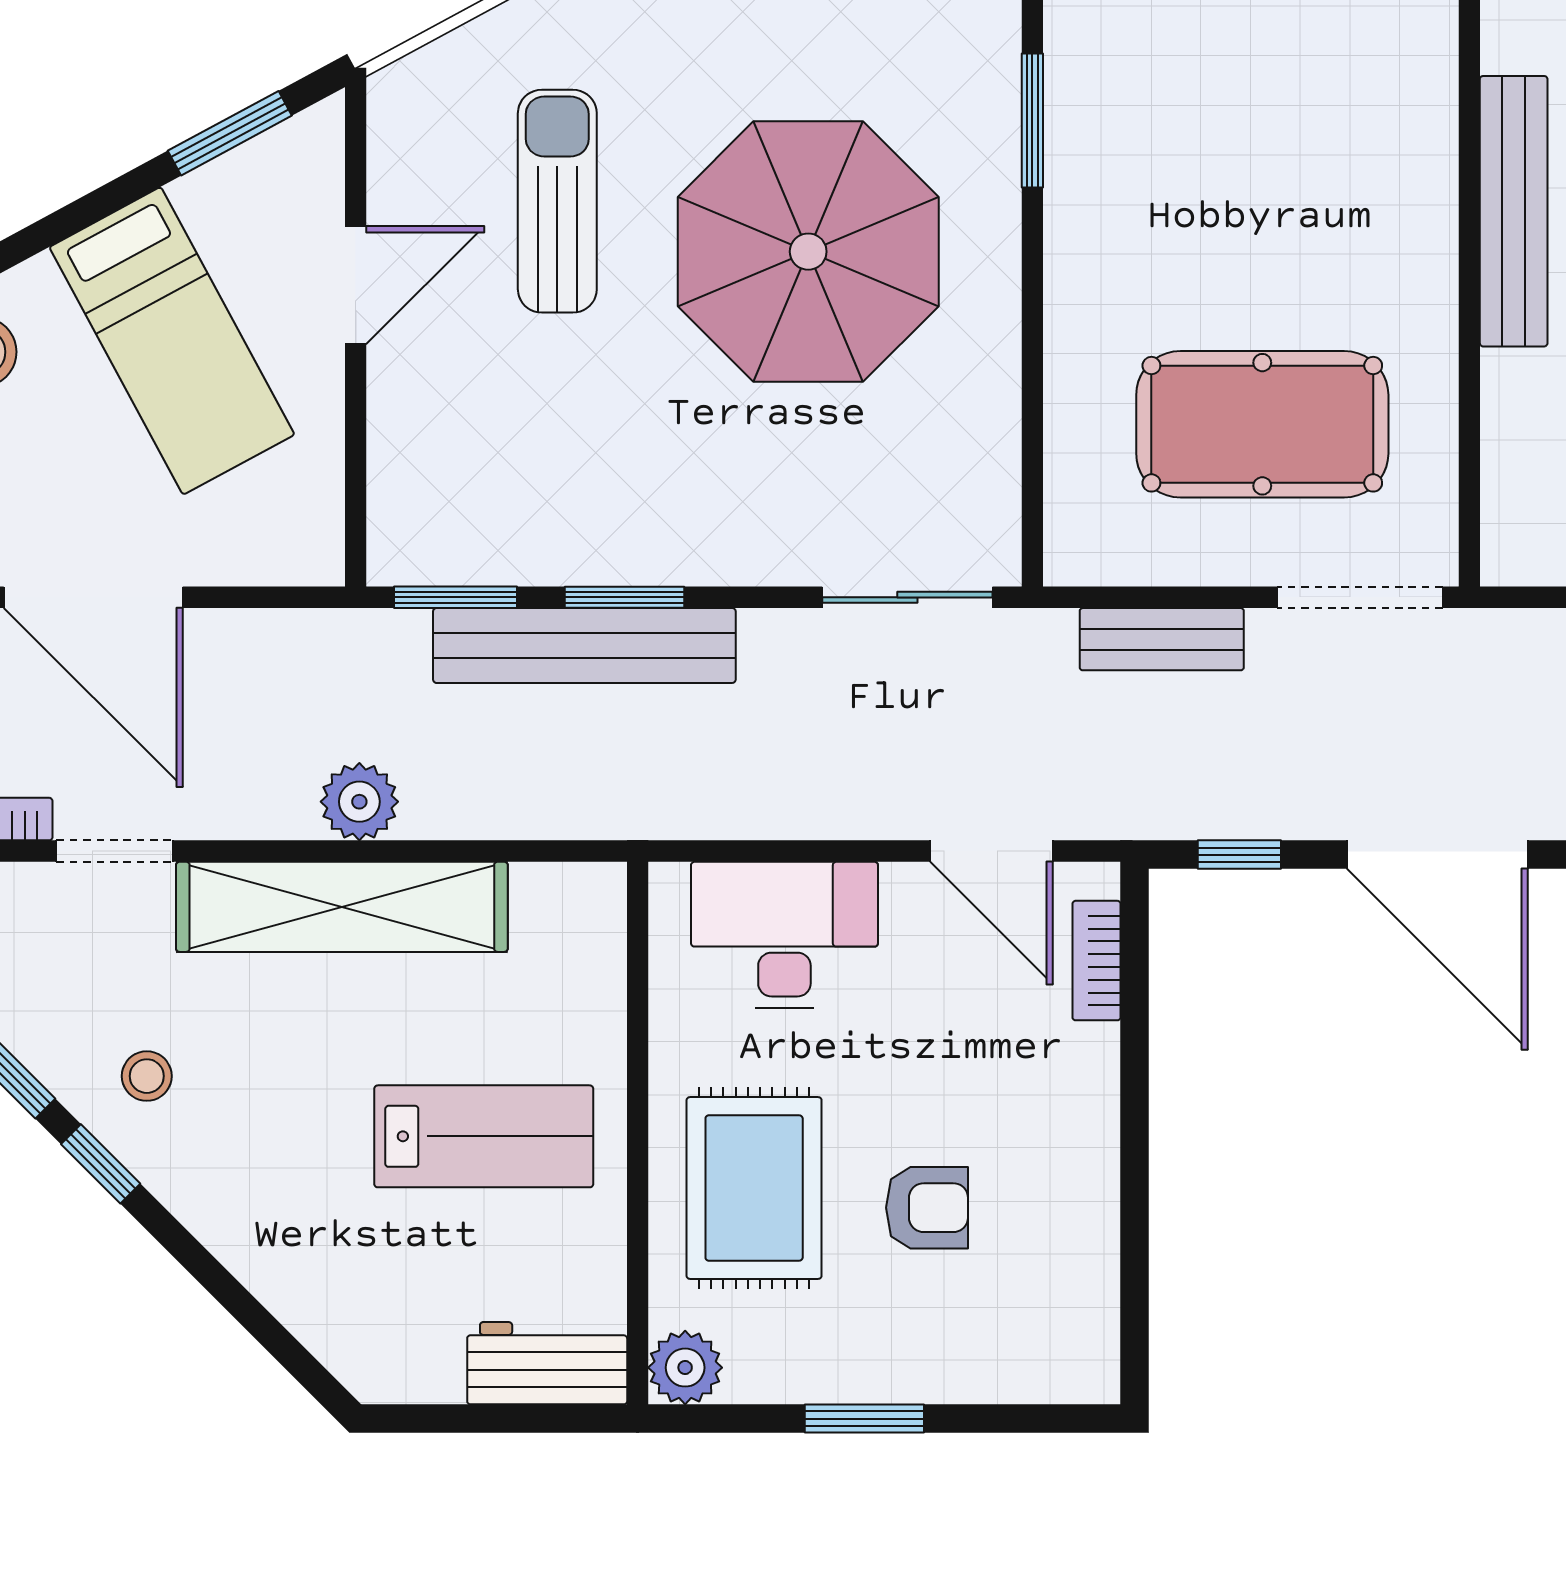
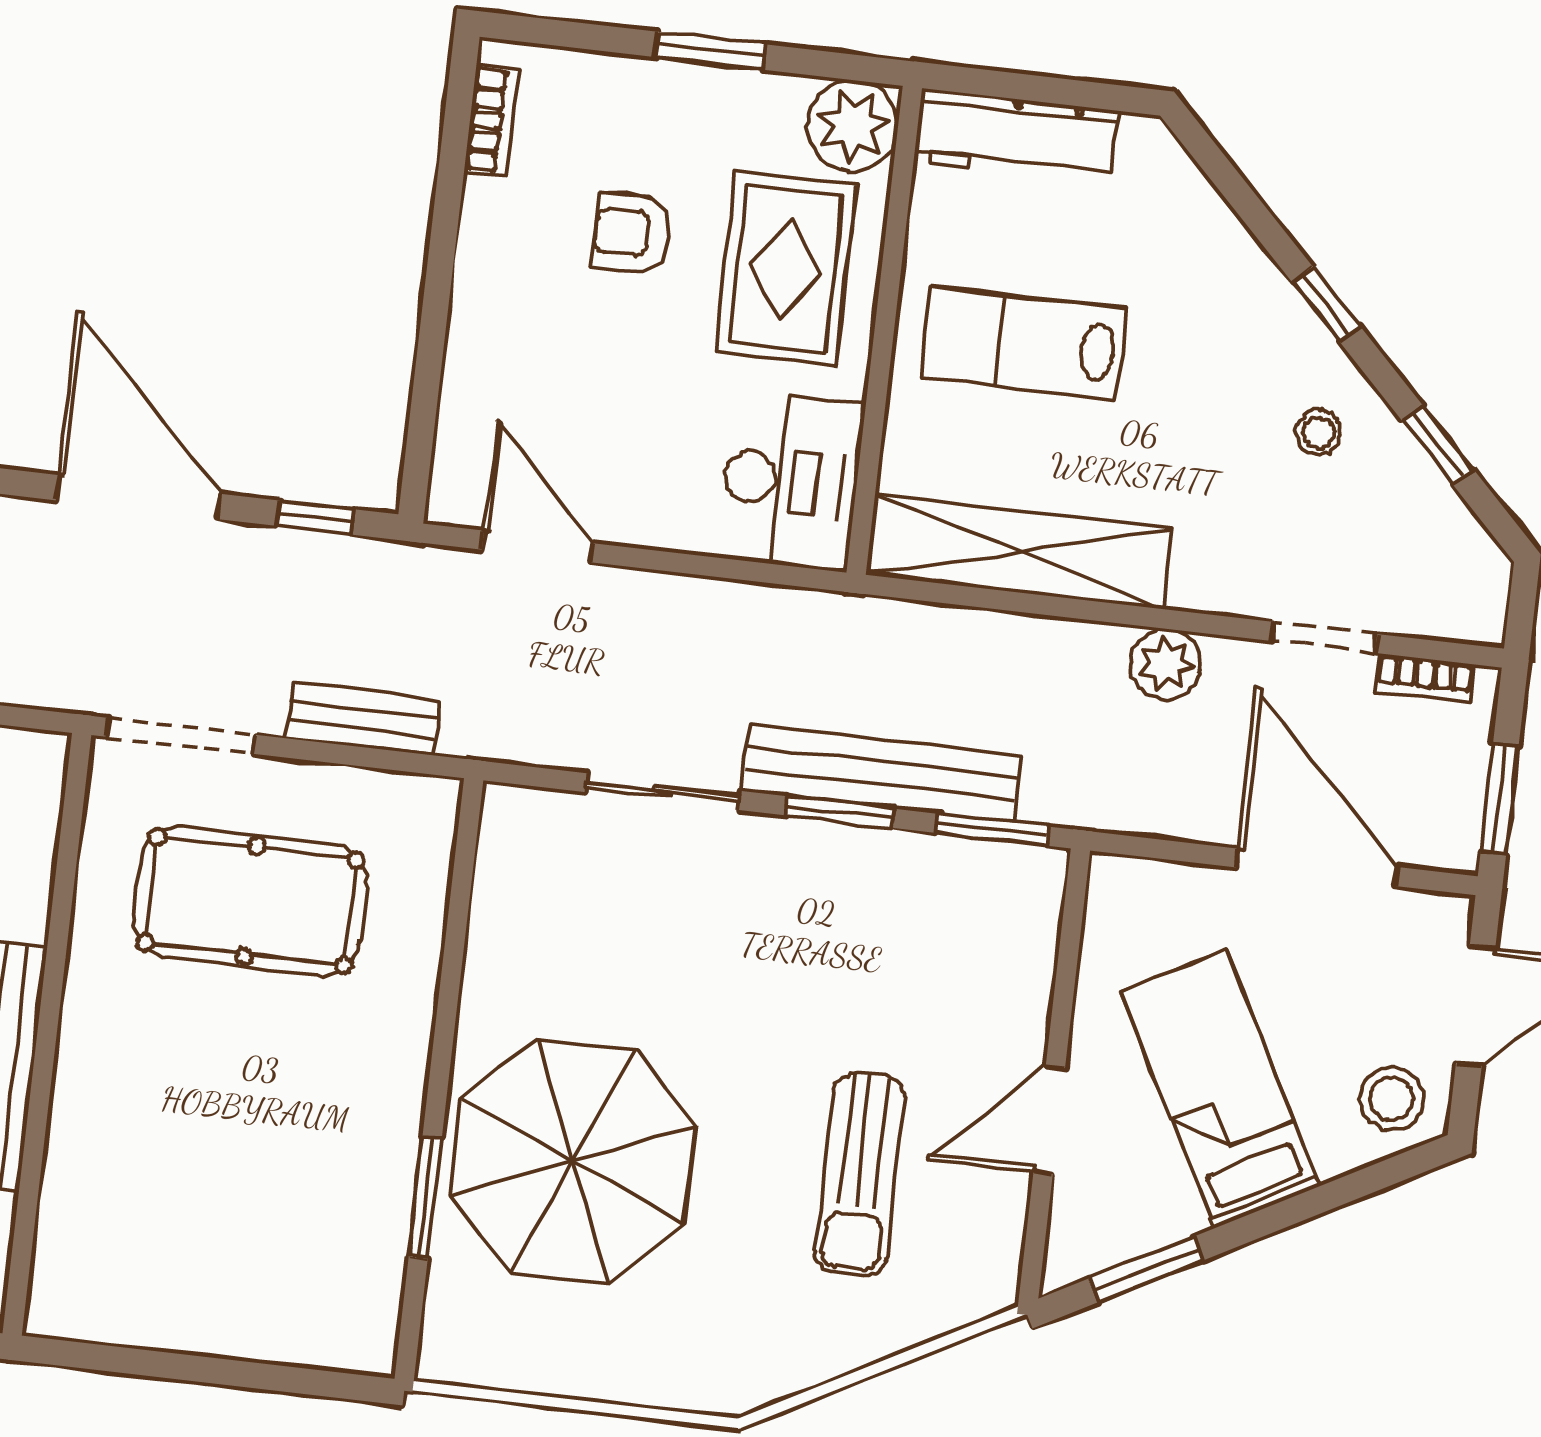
parasol: (808, 252) -> (573, 1161), moved
sliding door: (907, 597) -> (663, 792), moved
plant: (359, 802) -> (1166, 664), moved
shelving: (342, 907) -> (1019, 551), moved
desk: (784, 935) -> (791, 481), moved, turned -90
bookcase: (1097, 961) -> (492, 121), moved
window: (101, 1164) -> (1326, 304), moved
workbench: (547, 1363) -> (1016, 136), width x1.38
plant: (685, 1368) -> (853, 126), width x1.36, depth x1.36

